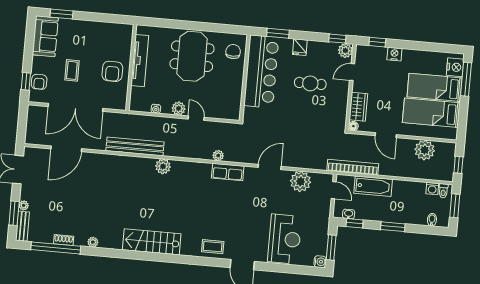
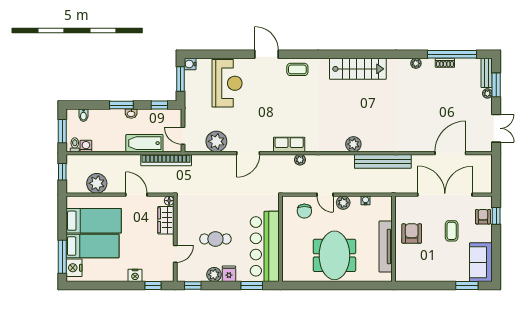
plant: (345, 51) -> (214, 275), moved
chair: (233, 52) -> (304, 211), moved
washbasin: (349, 214) -> (131, 114), moved
reception desk: (285, 239) -> (227, 83), turned 180

